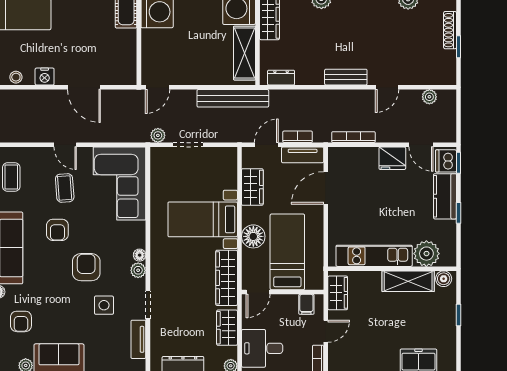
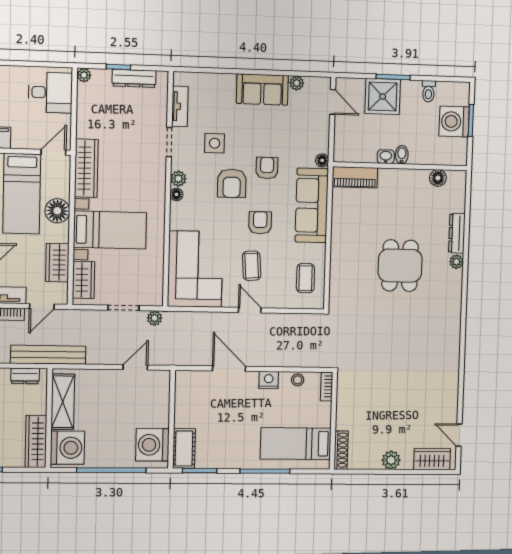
door: (158, 87) -> (135, 367), moved
bench: (233, 98) -> (48, 355), moved
armchair: (21, 321) -> (267, 168), moved
wardrobe: (227, 328) -> (83, 280), moved

